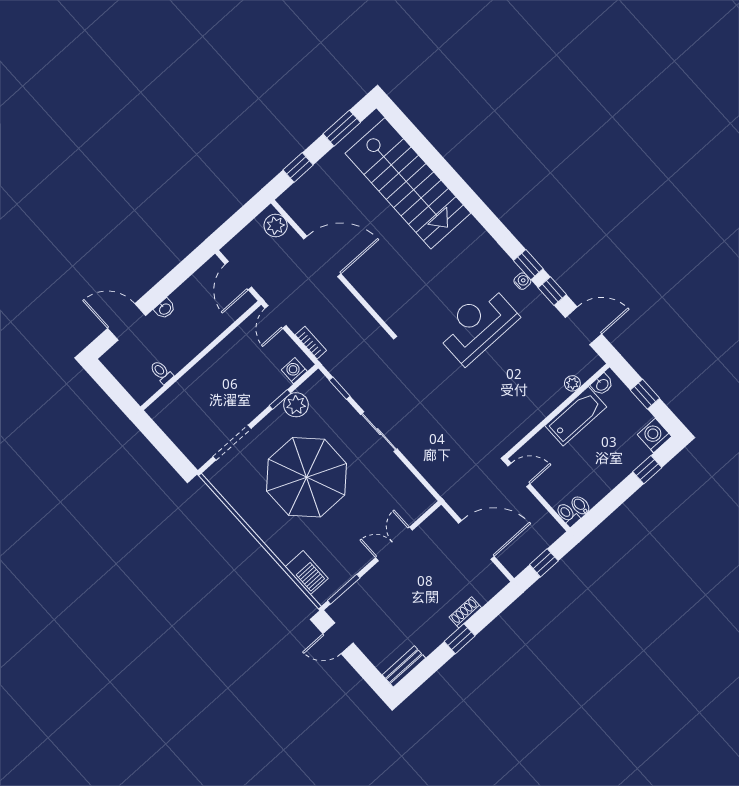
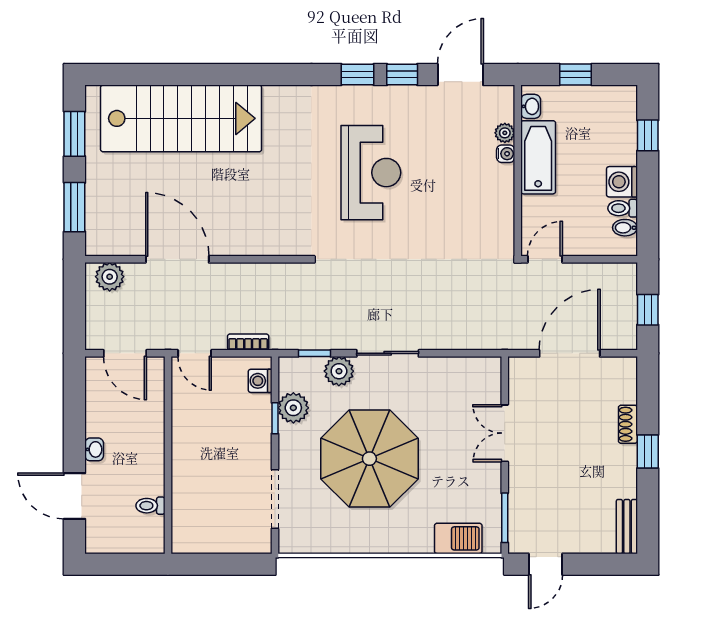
window: (298, 167) -> (74, 207), width x1.50
door: (322, 256) -> (177, 259), hinge flipped
water cooler: (522, 281) -> (506, 154), moved, turned 90
door: (127, 322) -> (74, 496), hinge flipped
reception desk: (477, 325) -> (371, 173), turned 180
plant: (342, 412) -> (339, 371), added
washing machine: (655, 435) -> (622, 182), moved
toilet: (568, 514) -> (623, 208), moved

